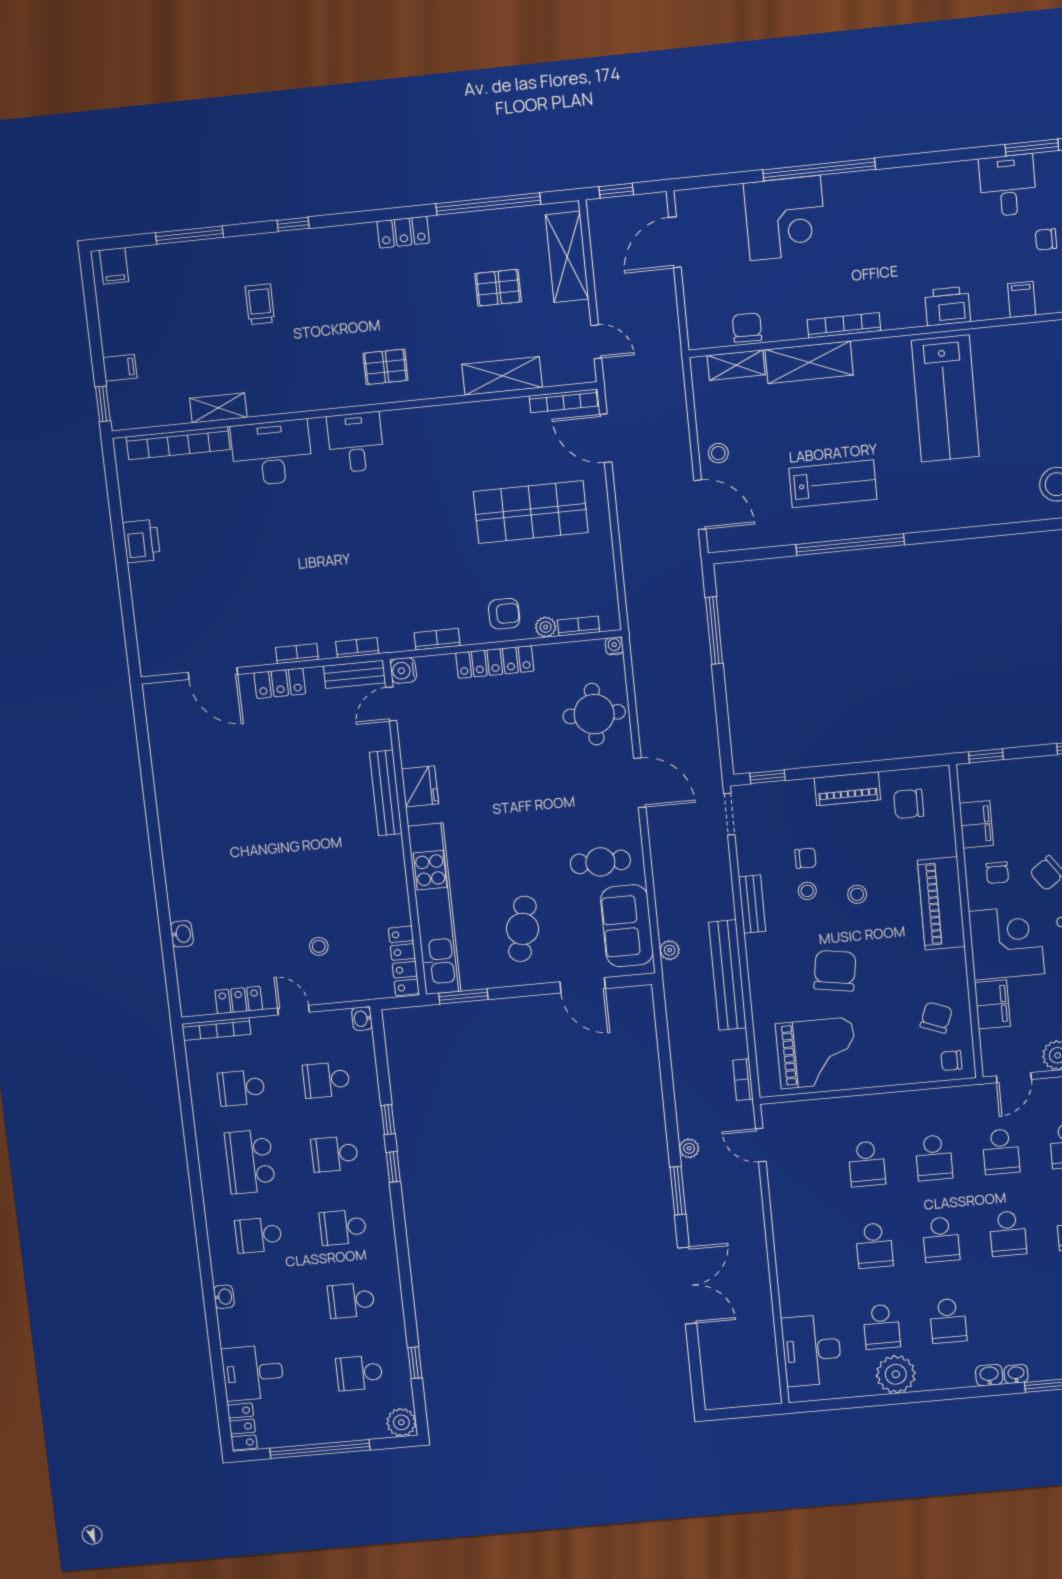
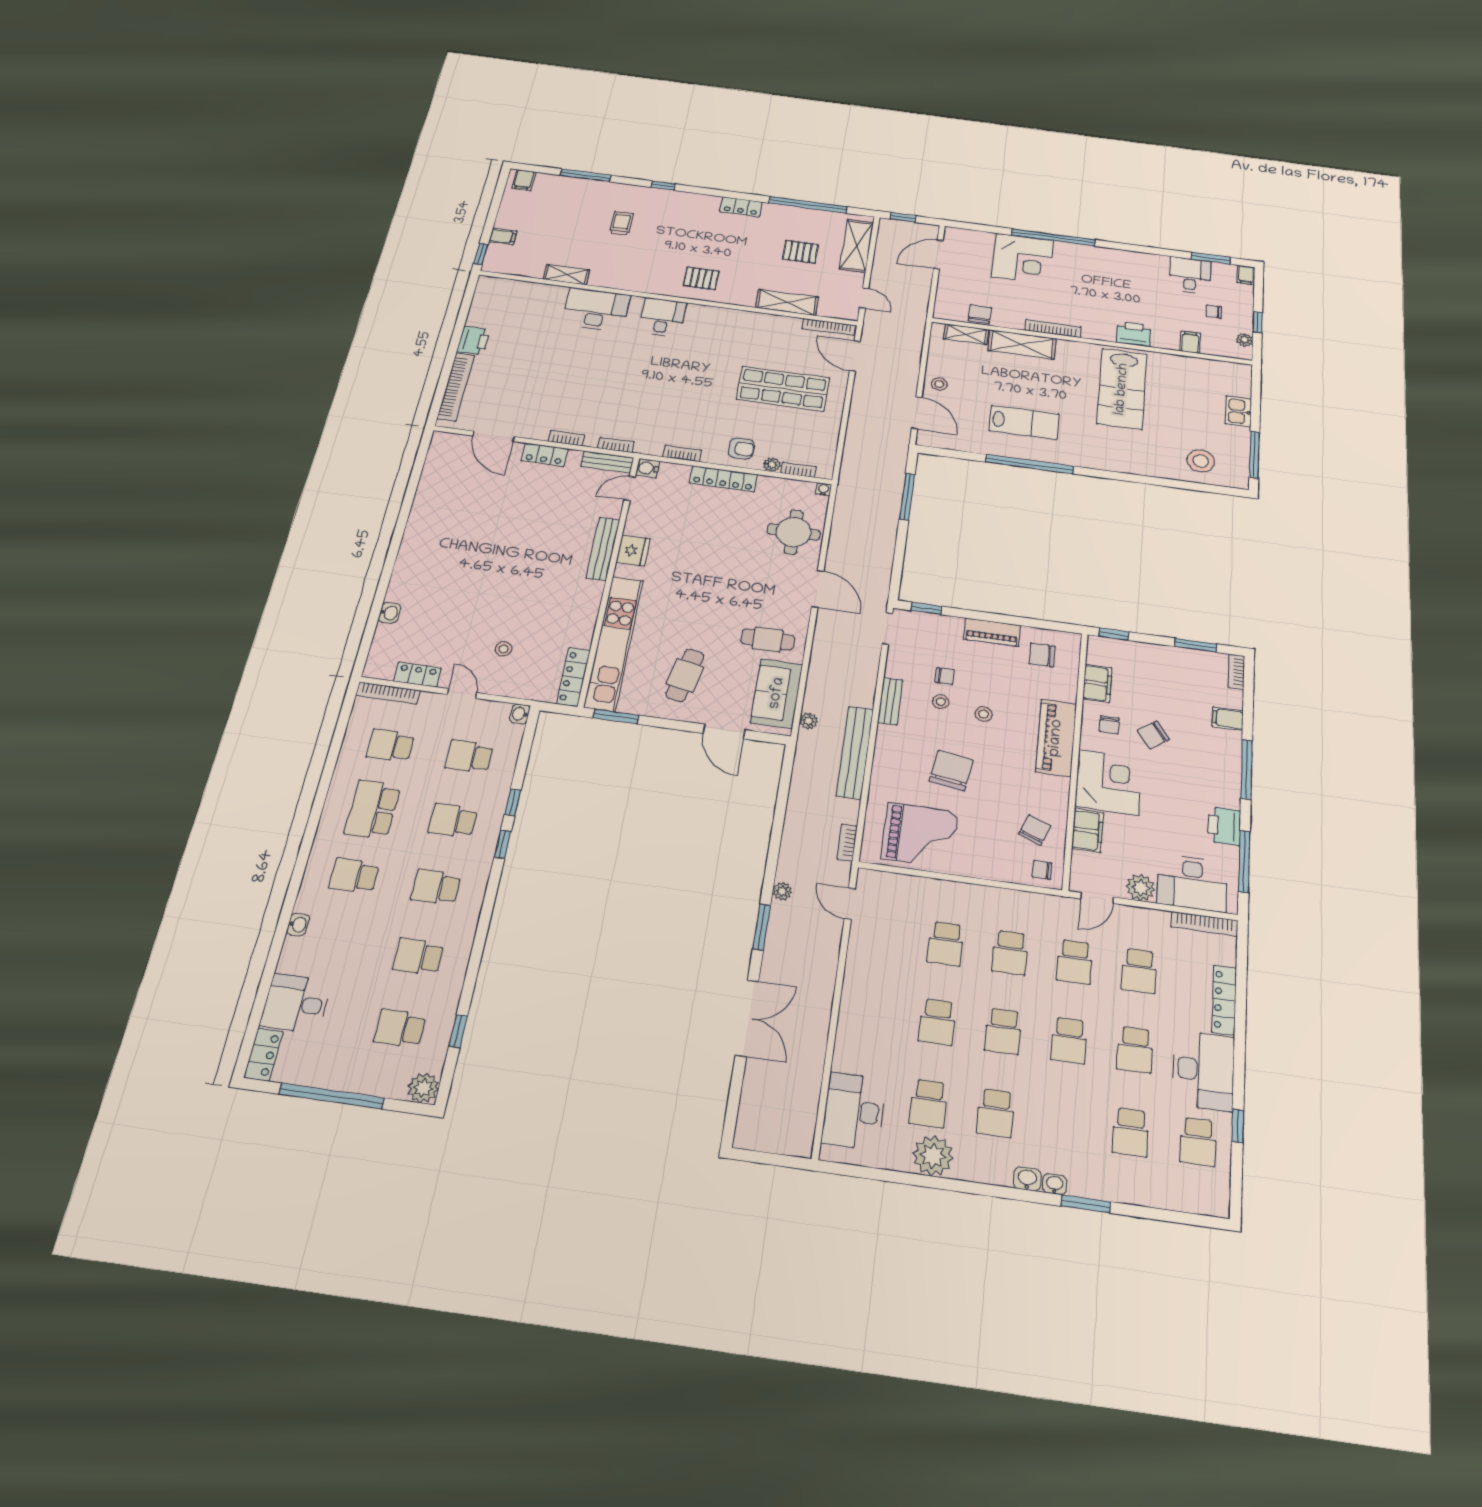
bookcase: (178, 443) -> (456, 387), moved, turned -90

